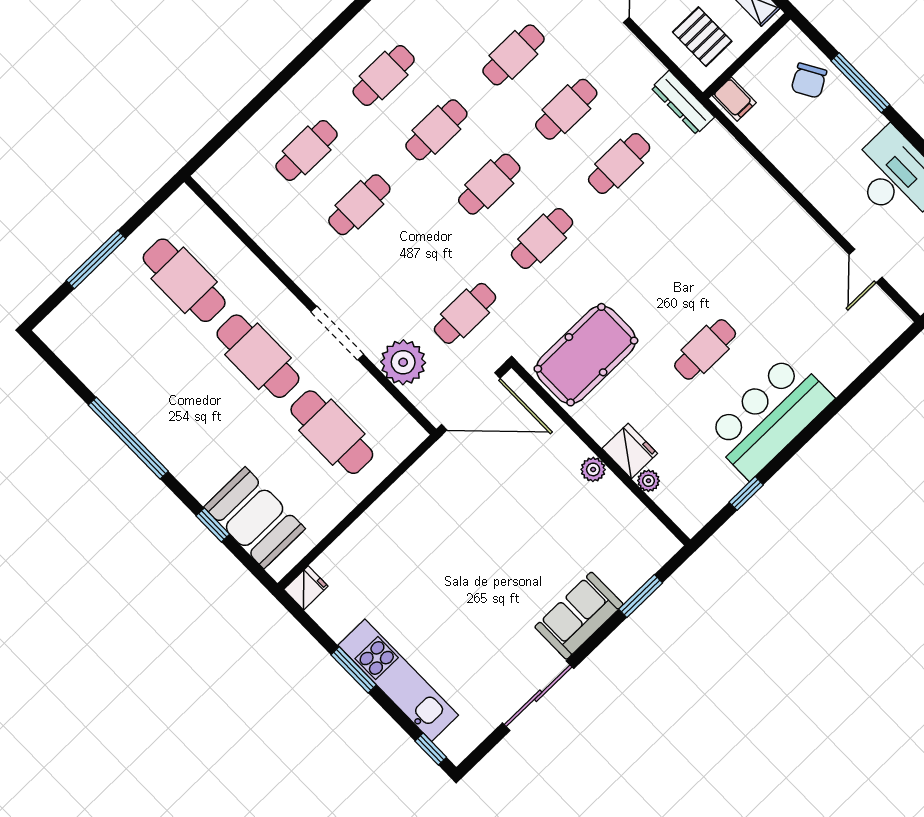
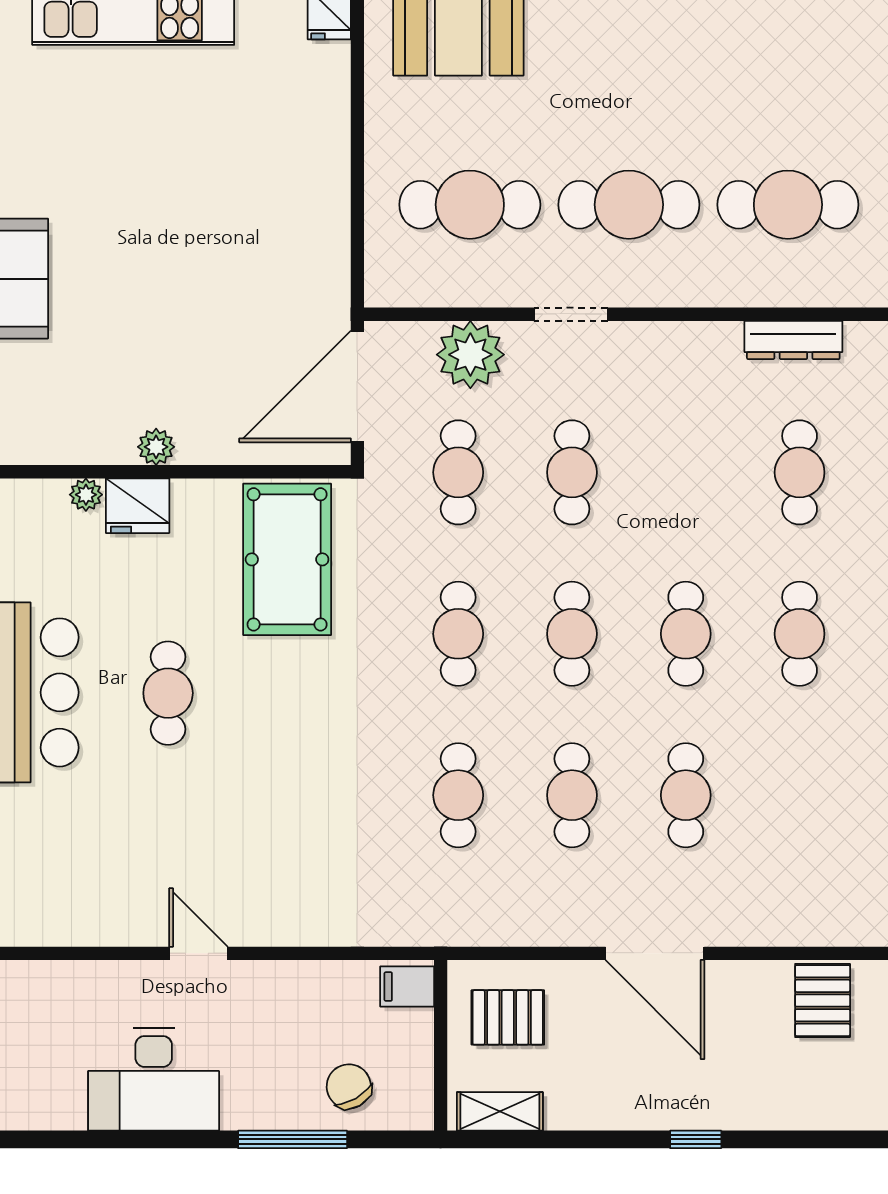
dresser: (683, 103) -> (793, 340), moved, turned 180
cafe table: (359, 205) -> (572, 472), moved
door: (866, 266) -> (198, 953), moved
doorway: (337, 333) -> (571, 314), width x0.73

